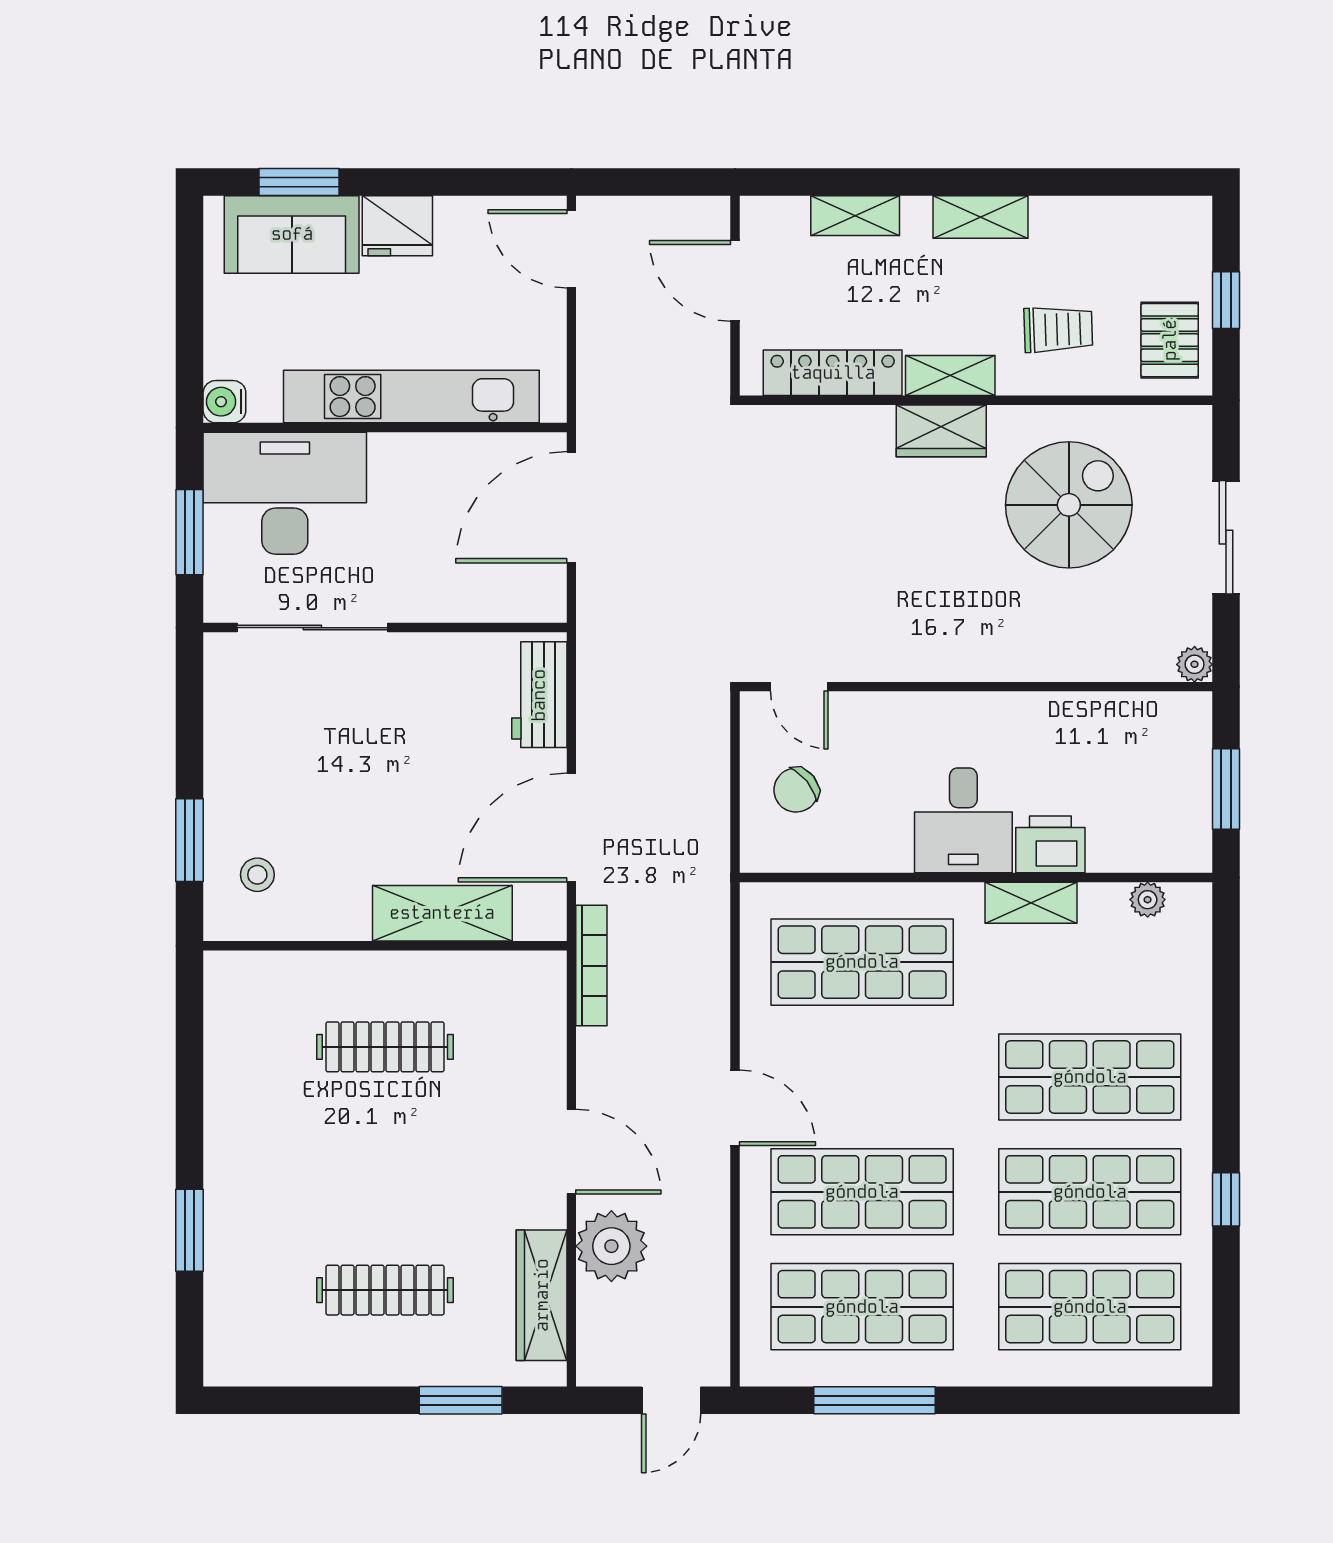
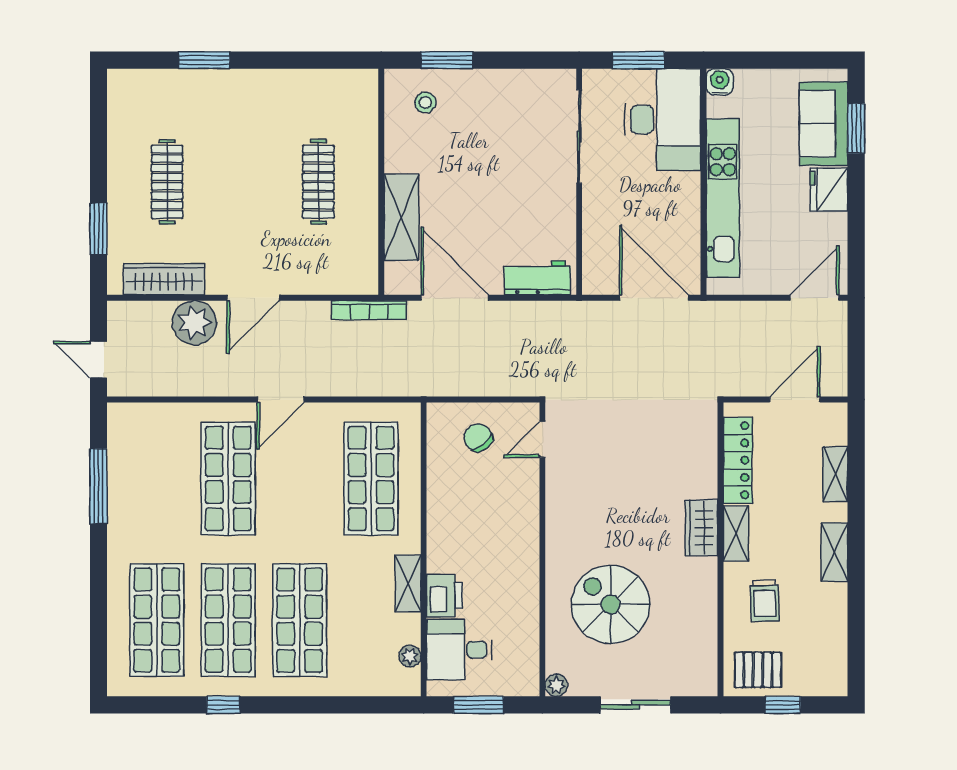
spiral stairs: (1069, 505) -> (611, 604), moved, turned 180
desk: (963, 820) -> (459, 650), moved
shop shelf: (862, 1307) -> (157, 479), removed

